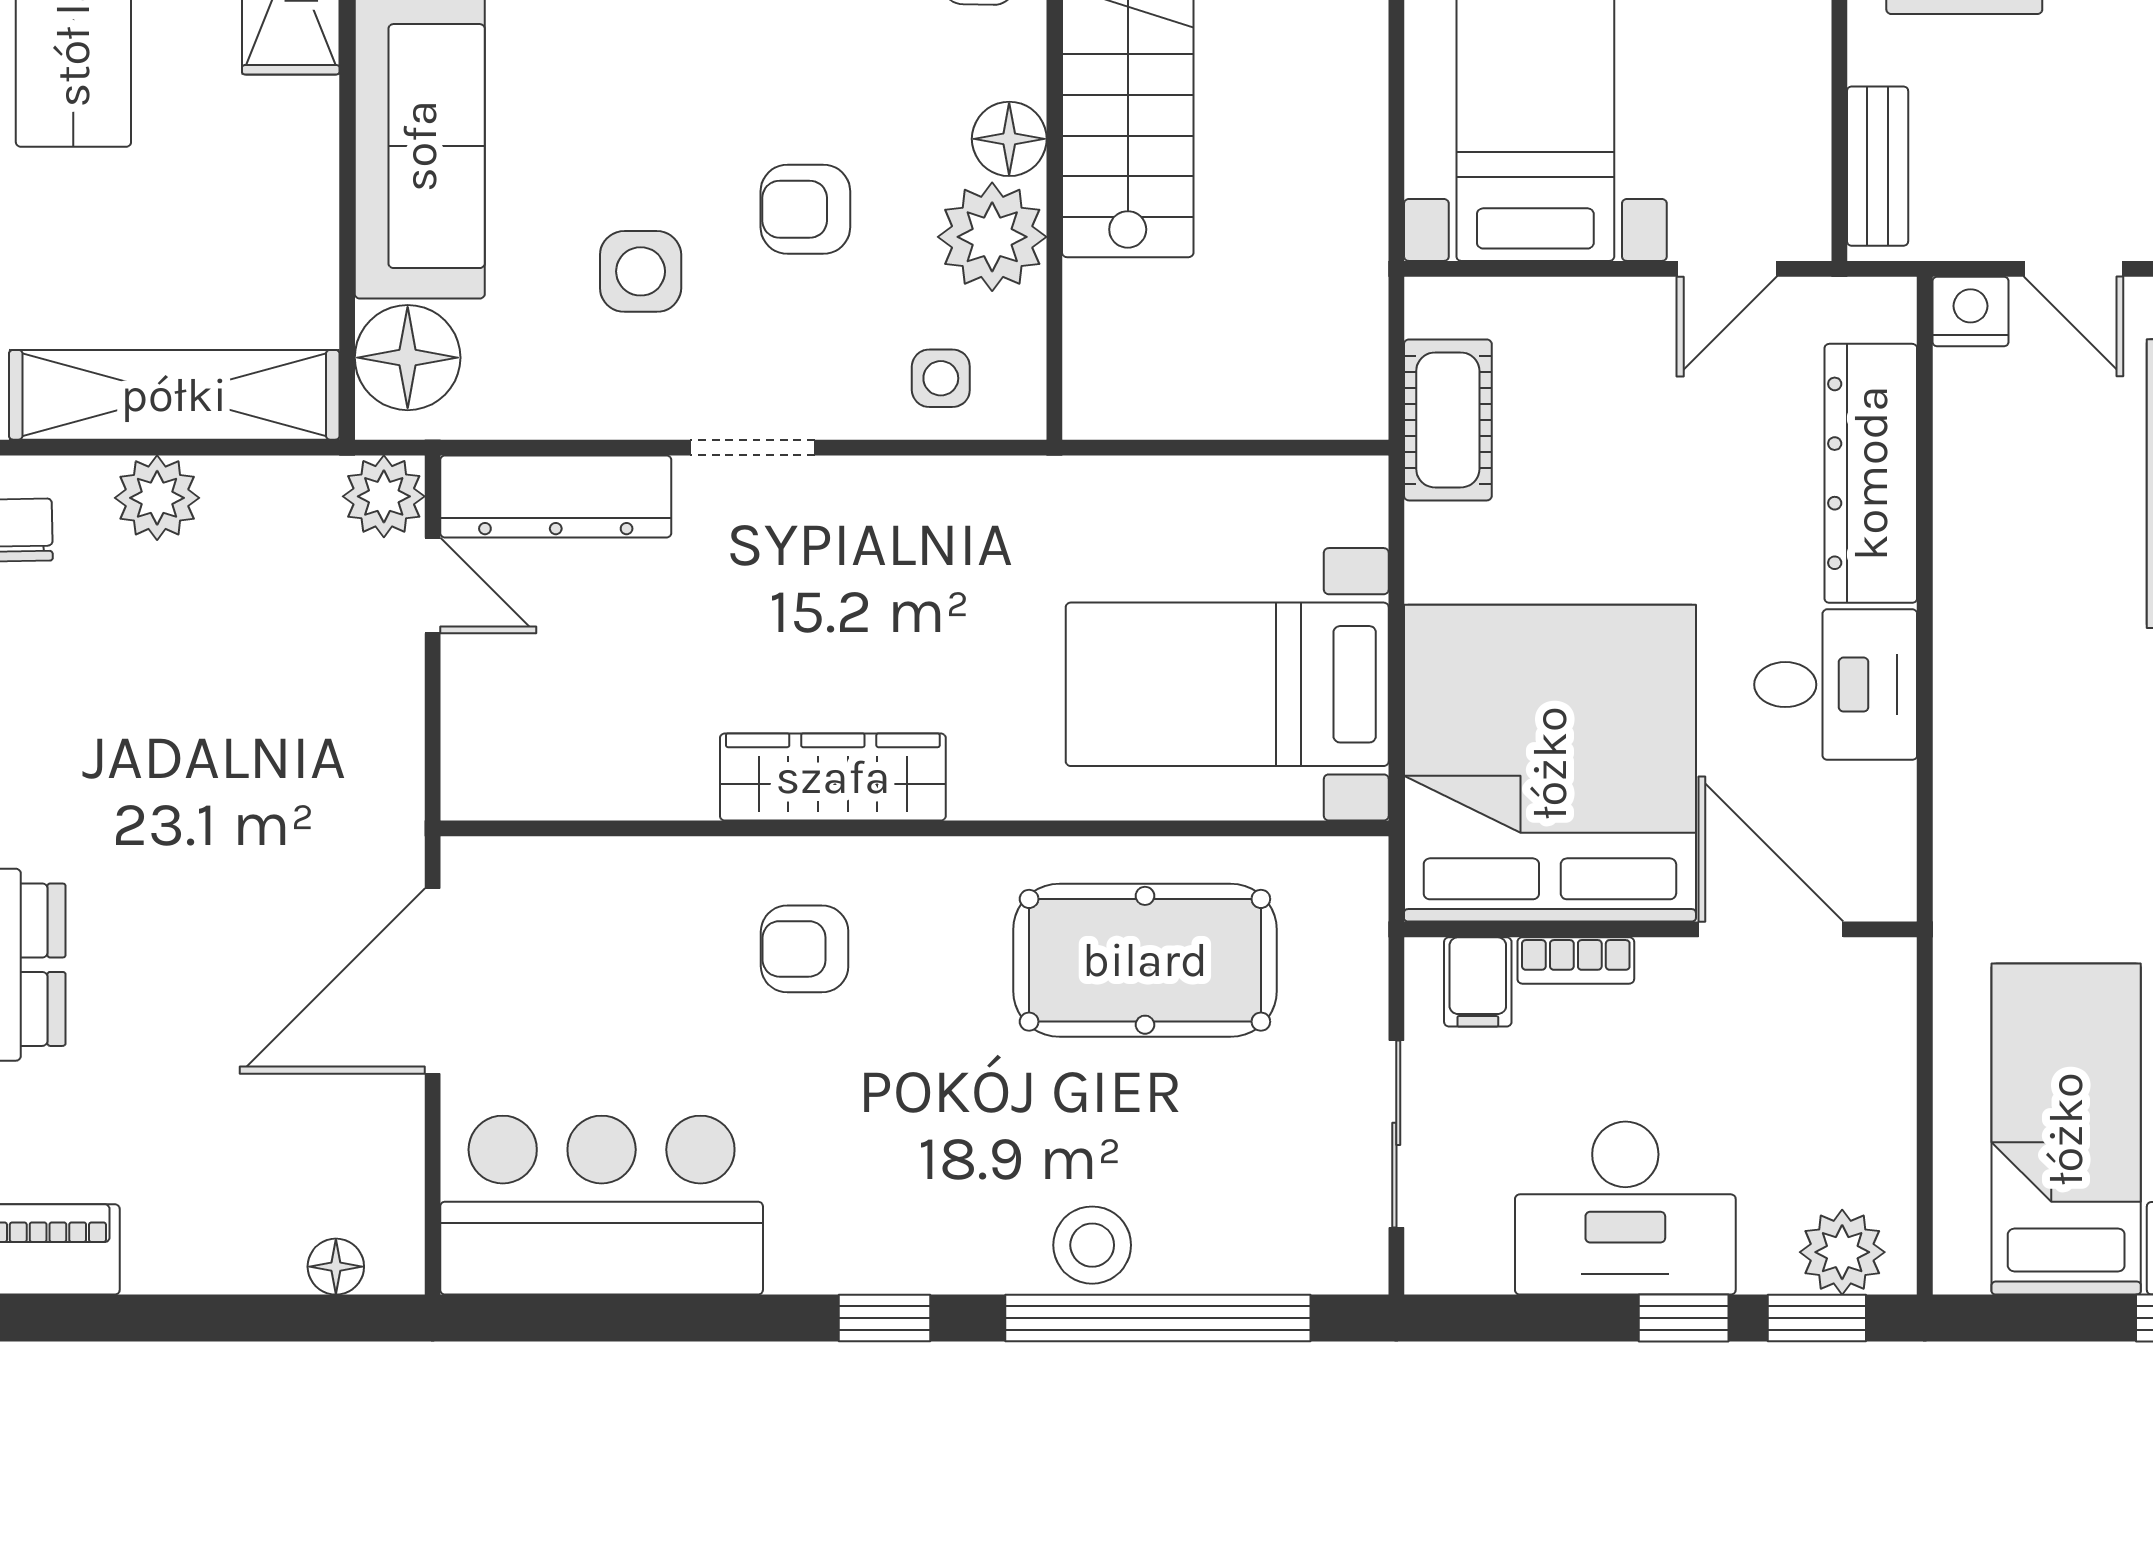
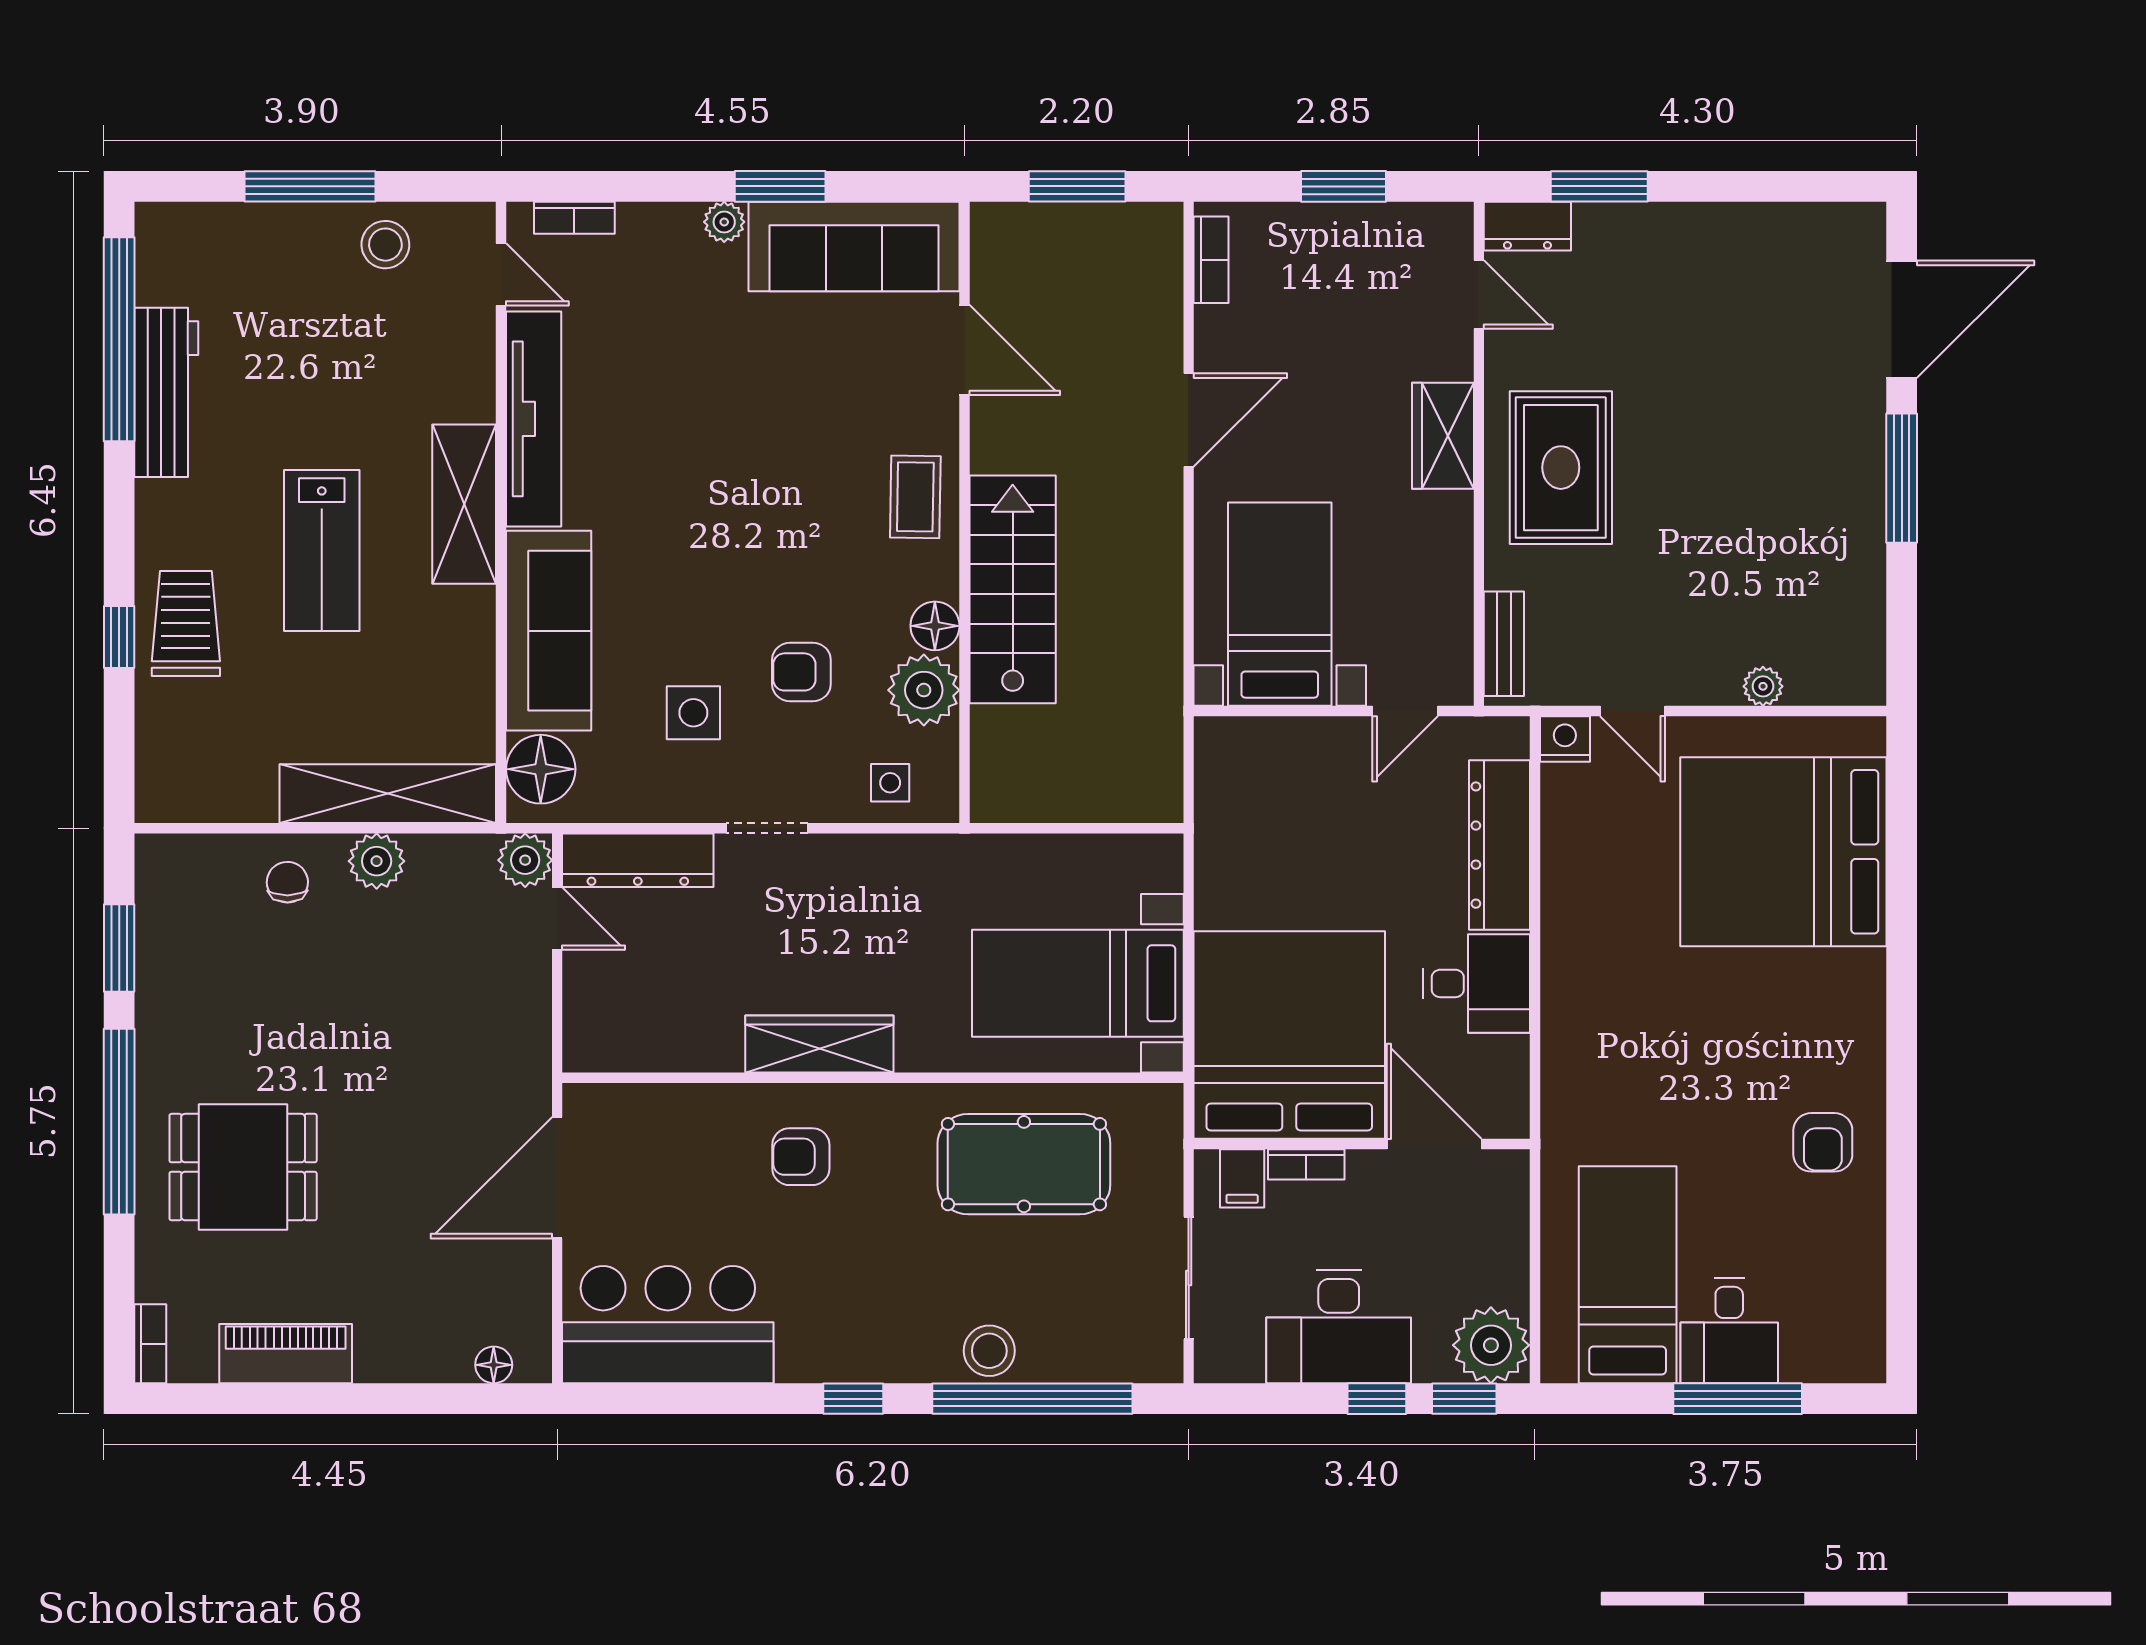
cot: (1448, 420) -> (1222, 810), removed
plant: (1842, 1252) -> (1491, 1345), width x1.36, depth x1.36

